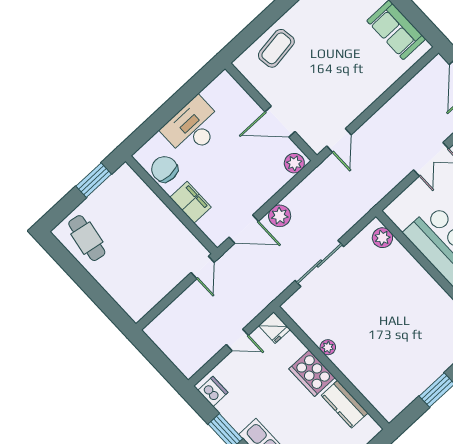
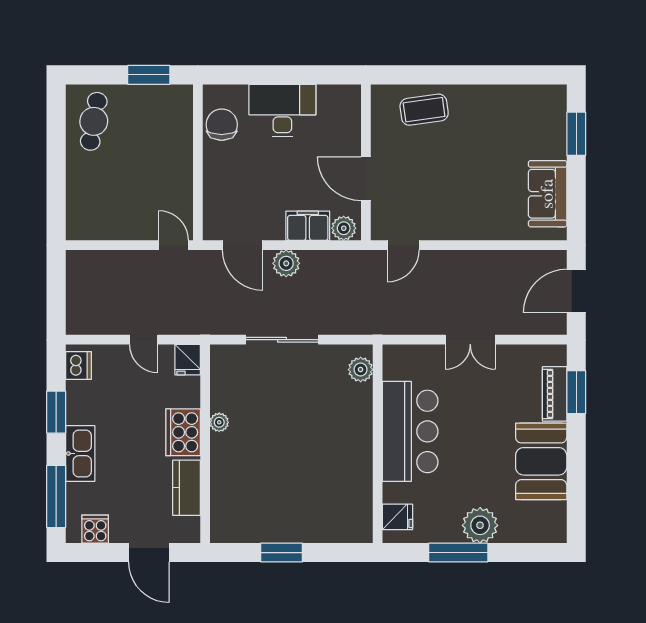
filing cabinet: (191, 202) -> (308, 226), moved, turned -90
door: (203, 267) -> (173, 245), swing flipped

